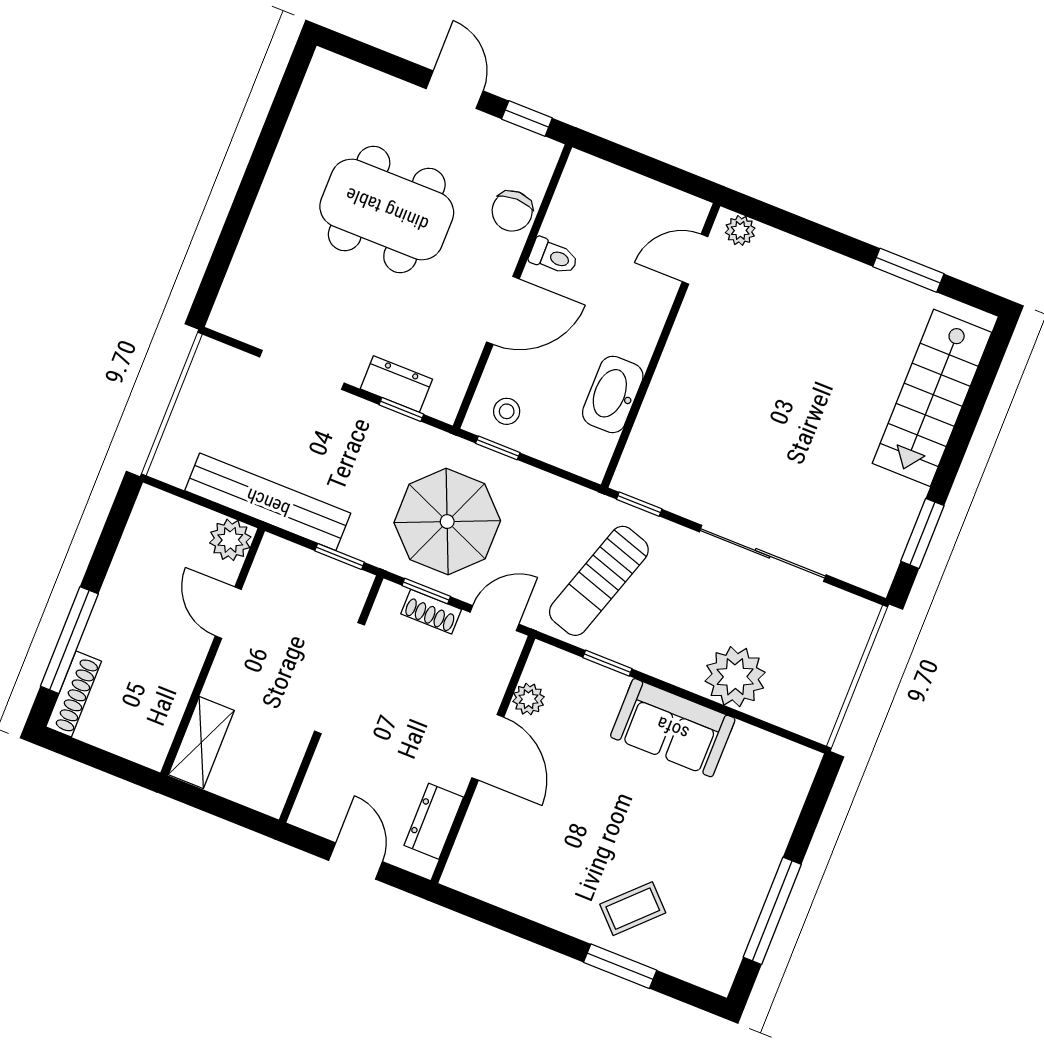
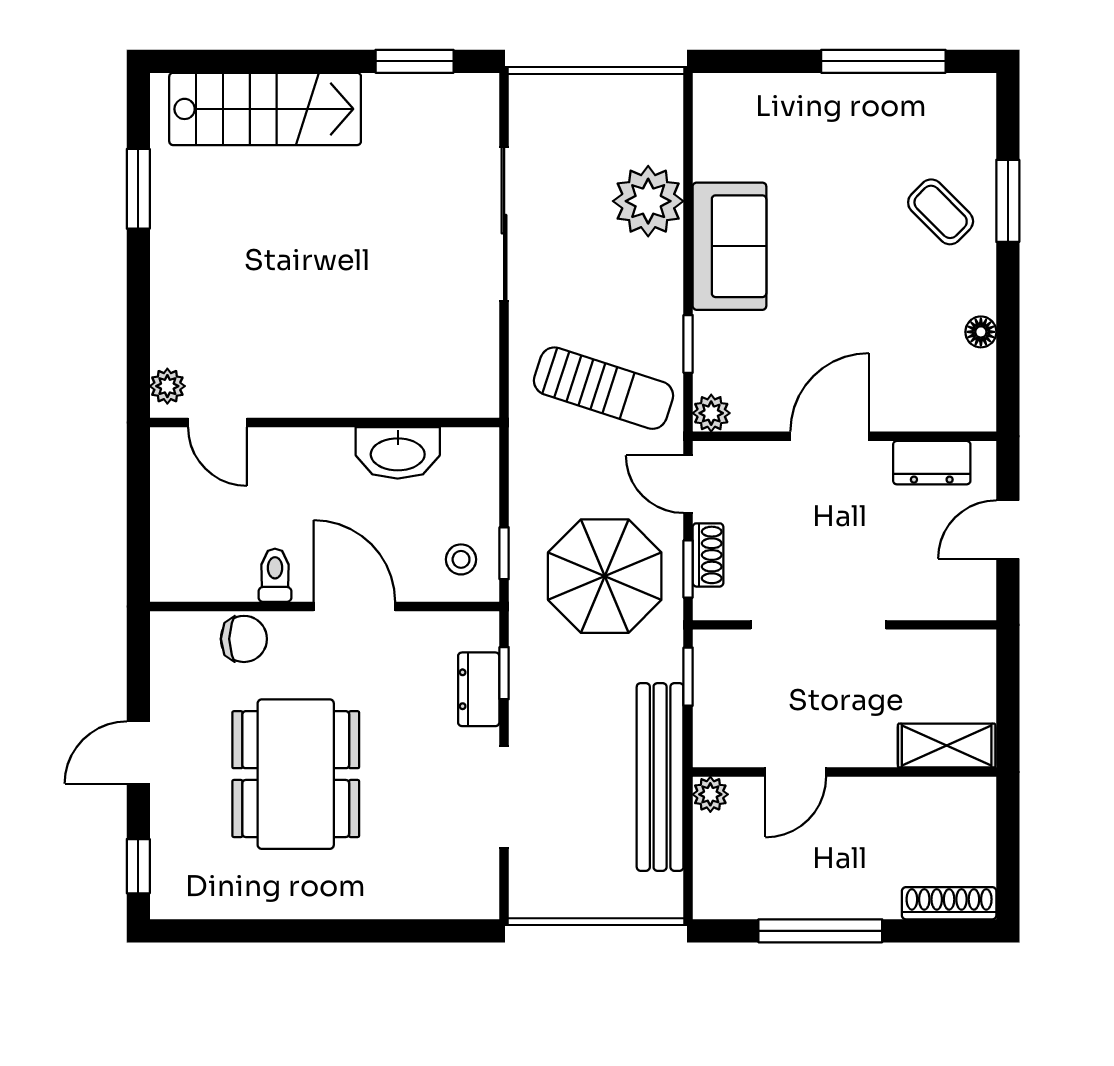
window: (527, 118) -> (138, 866), moved
window: (639, 504) -> (504, 378), removed
plant: (230, 540) -> (710, 794), width x0.73, depth x0.73
window: (69, 640) -> (820, 931), moved
plant: (529, 699) -> (711, 413), moved
floor lamp: (523, 903) -> (981, 332), added

